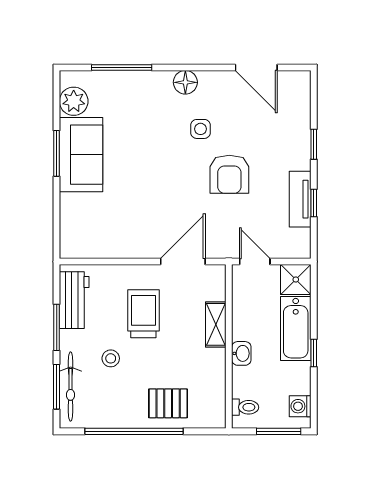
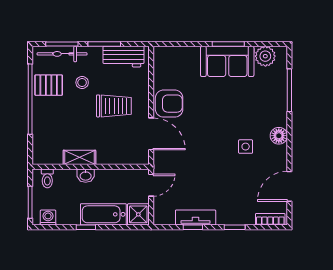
bookcase: (303, 94) -> (270, 219), added
armchair: (229, 174) -> (169, 104), moved, turned 180
shelving: (216, 324) -> (79, 157), moved
pallet: (168, 403) -> (49, 85), moved, turned 90

